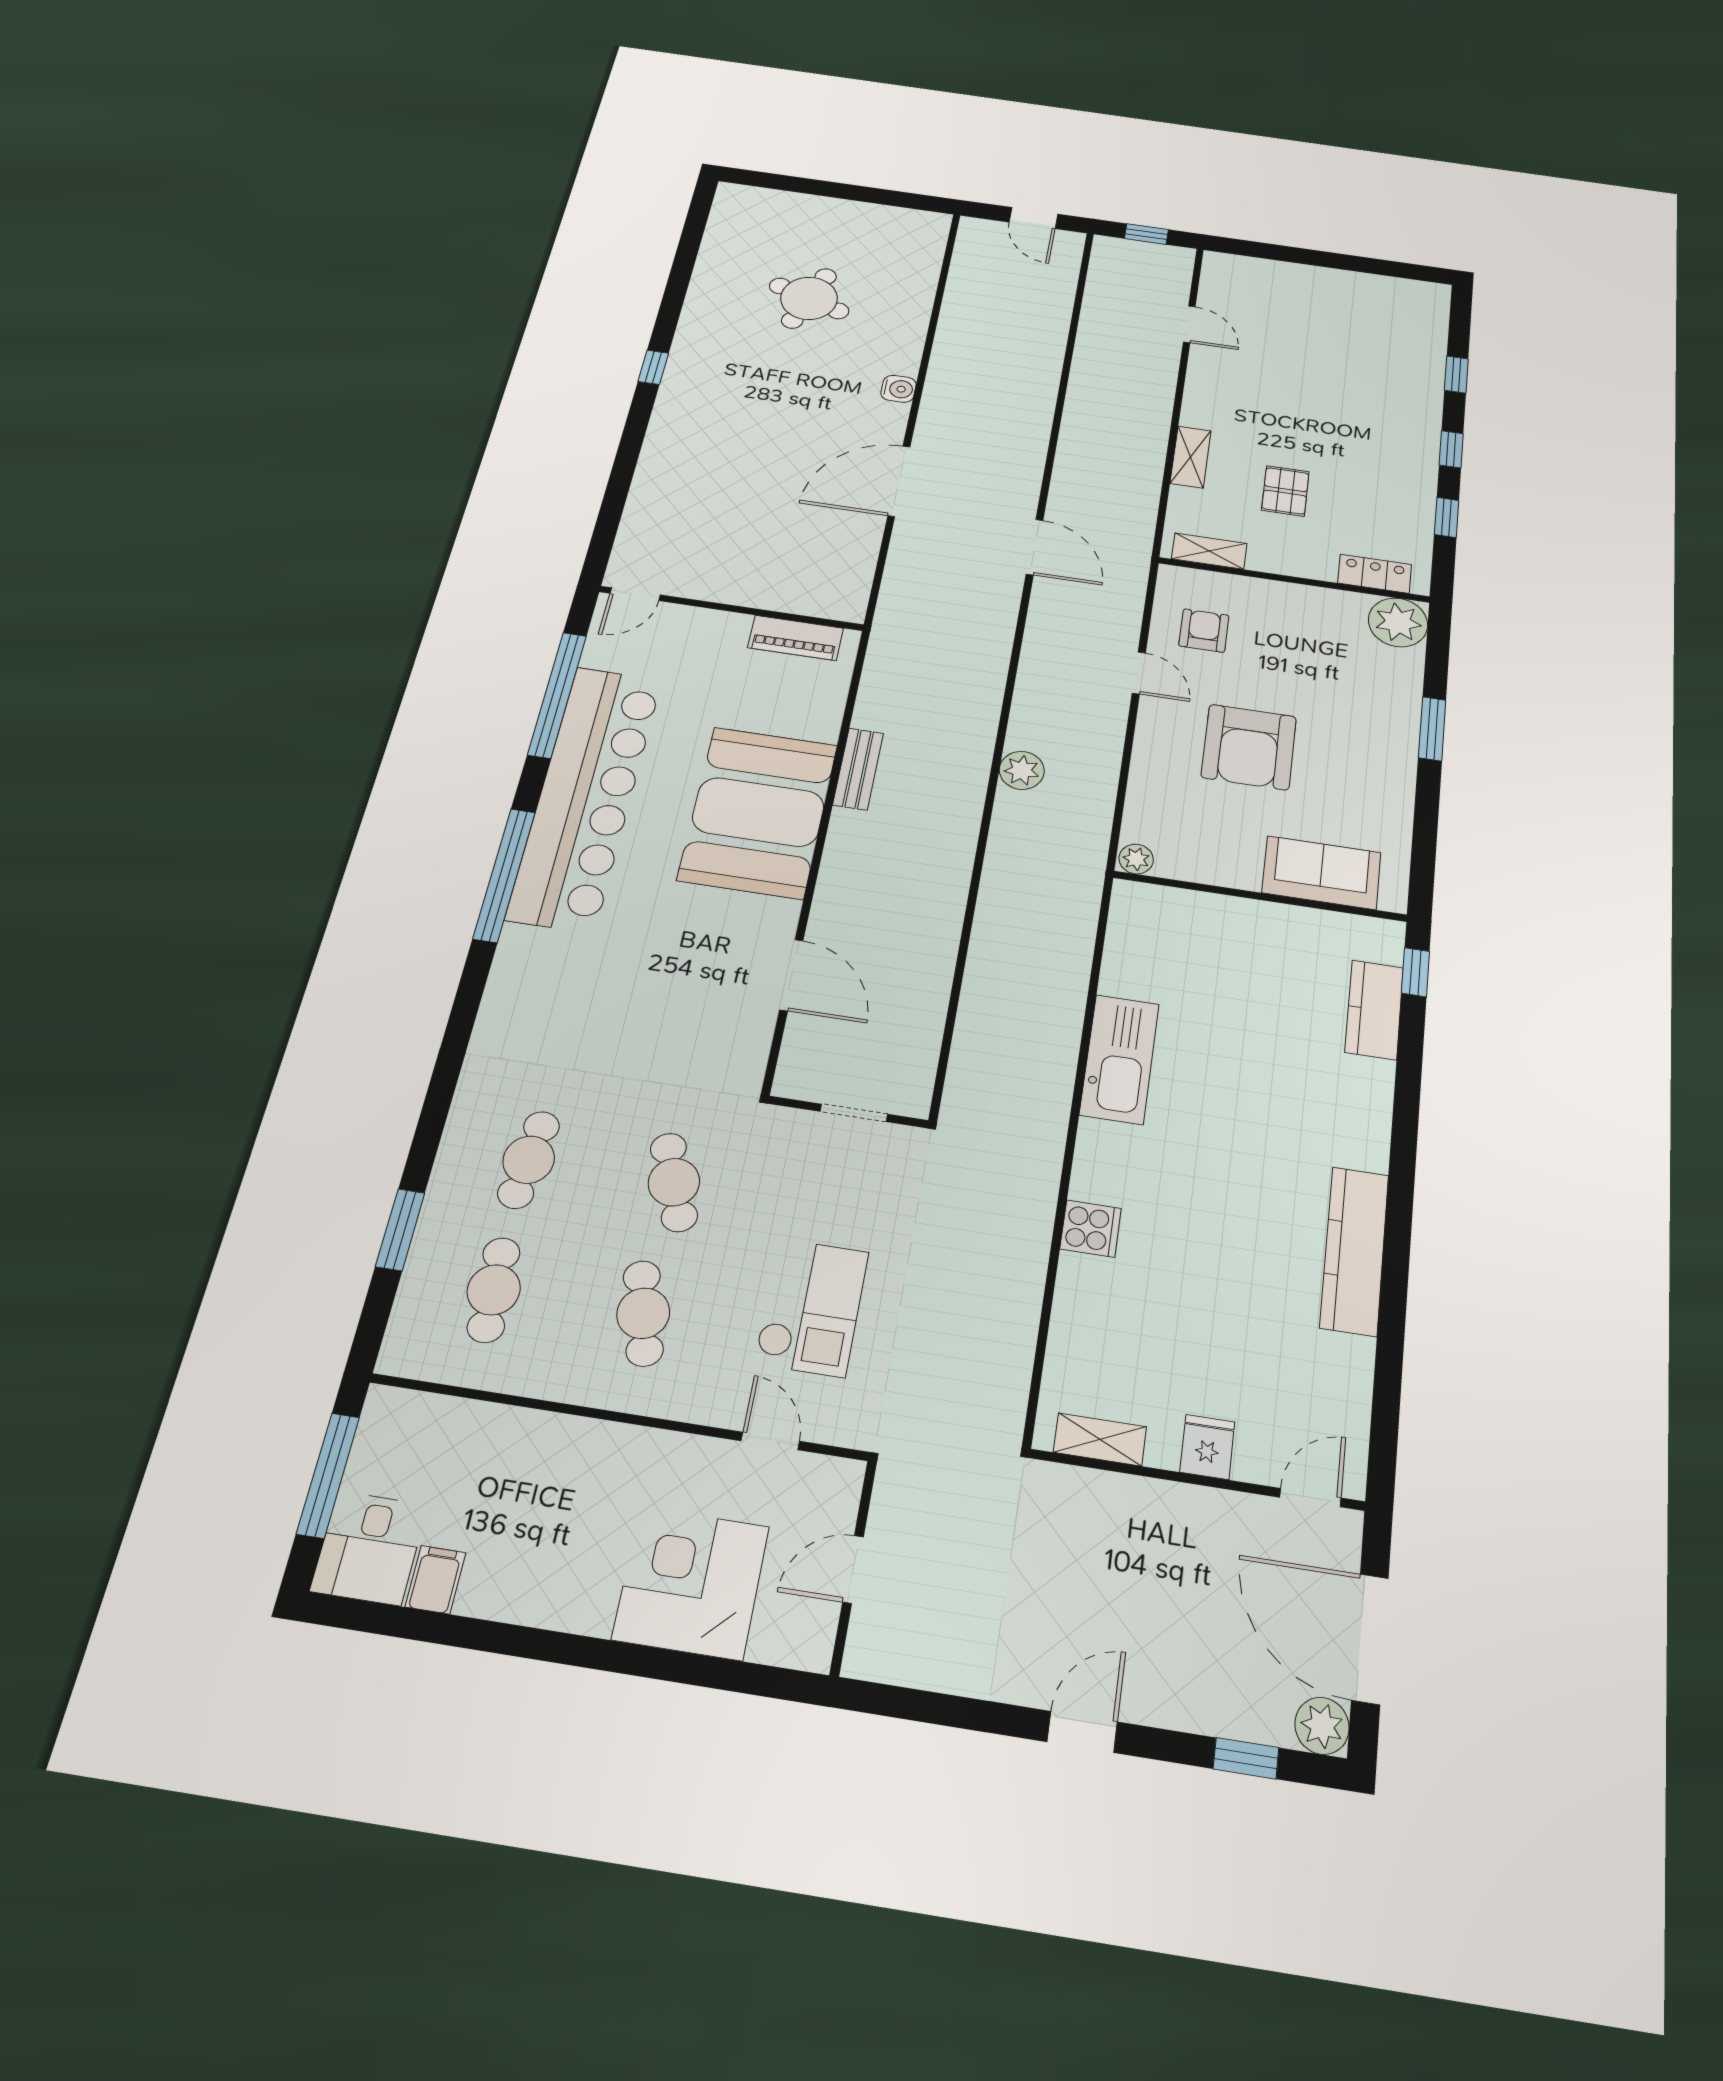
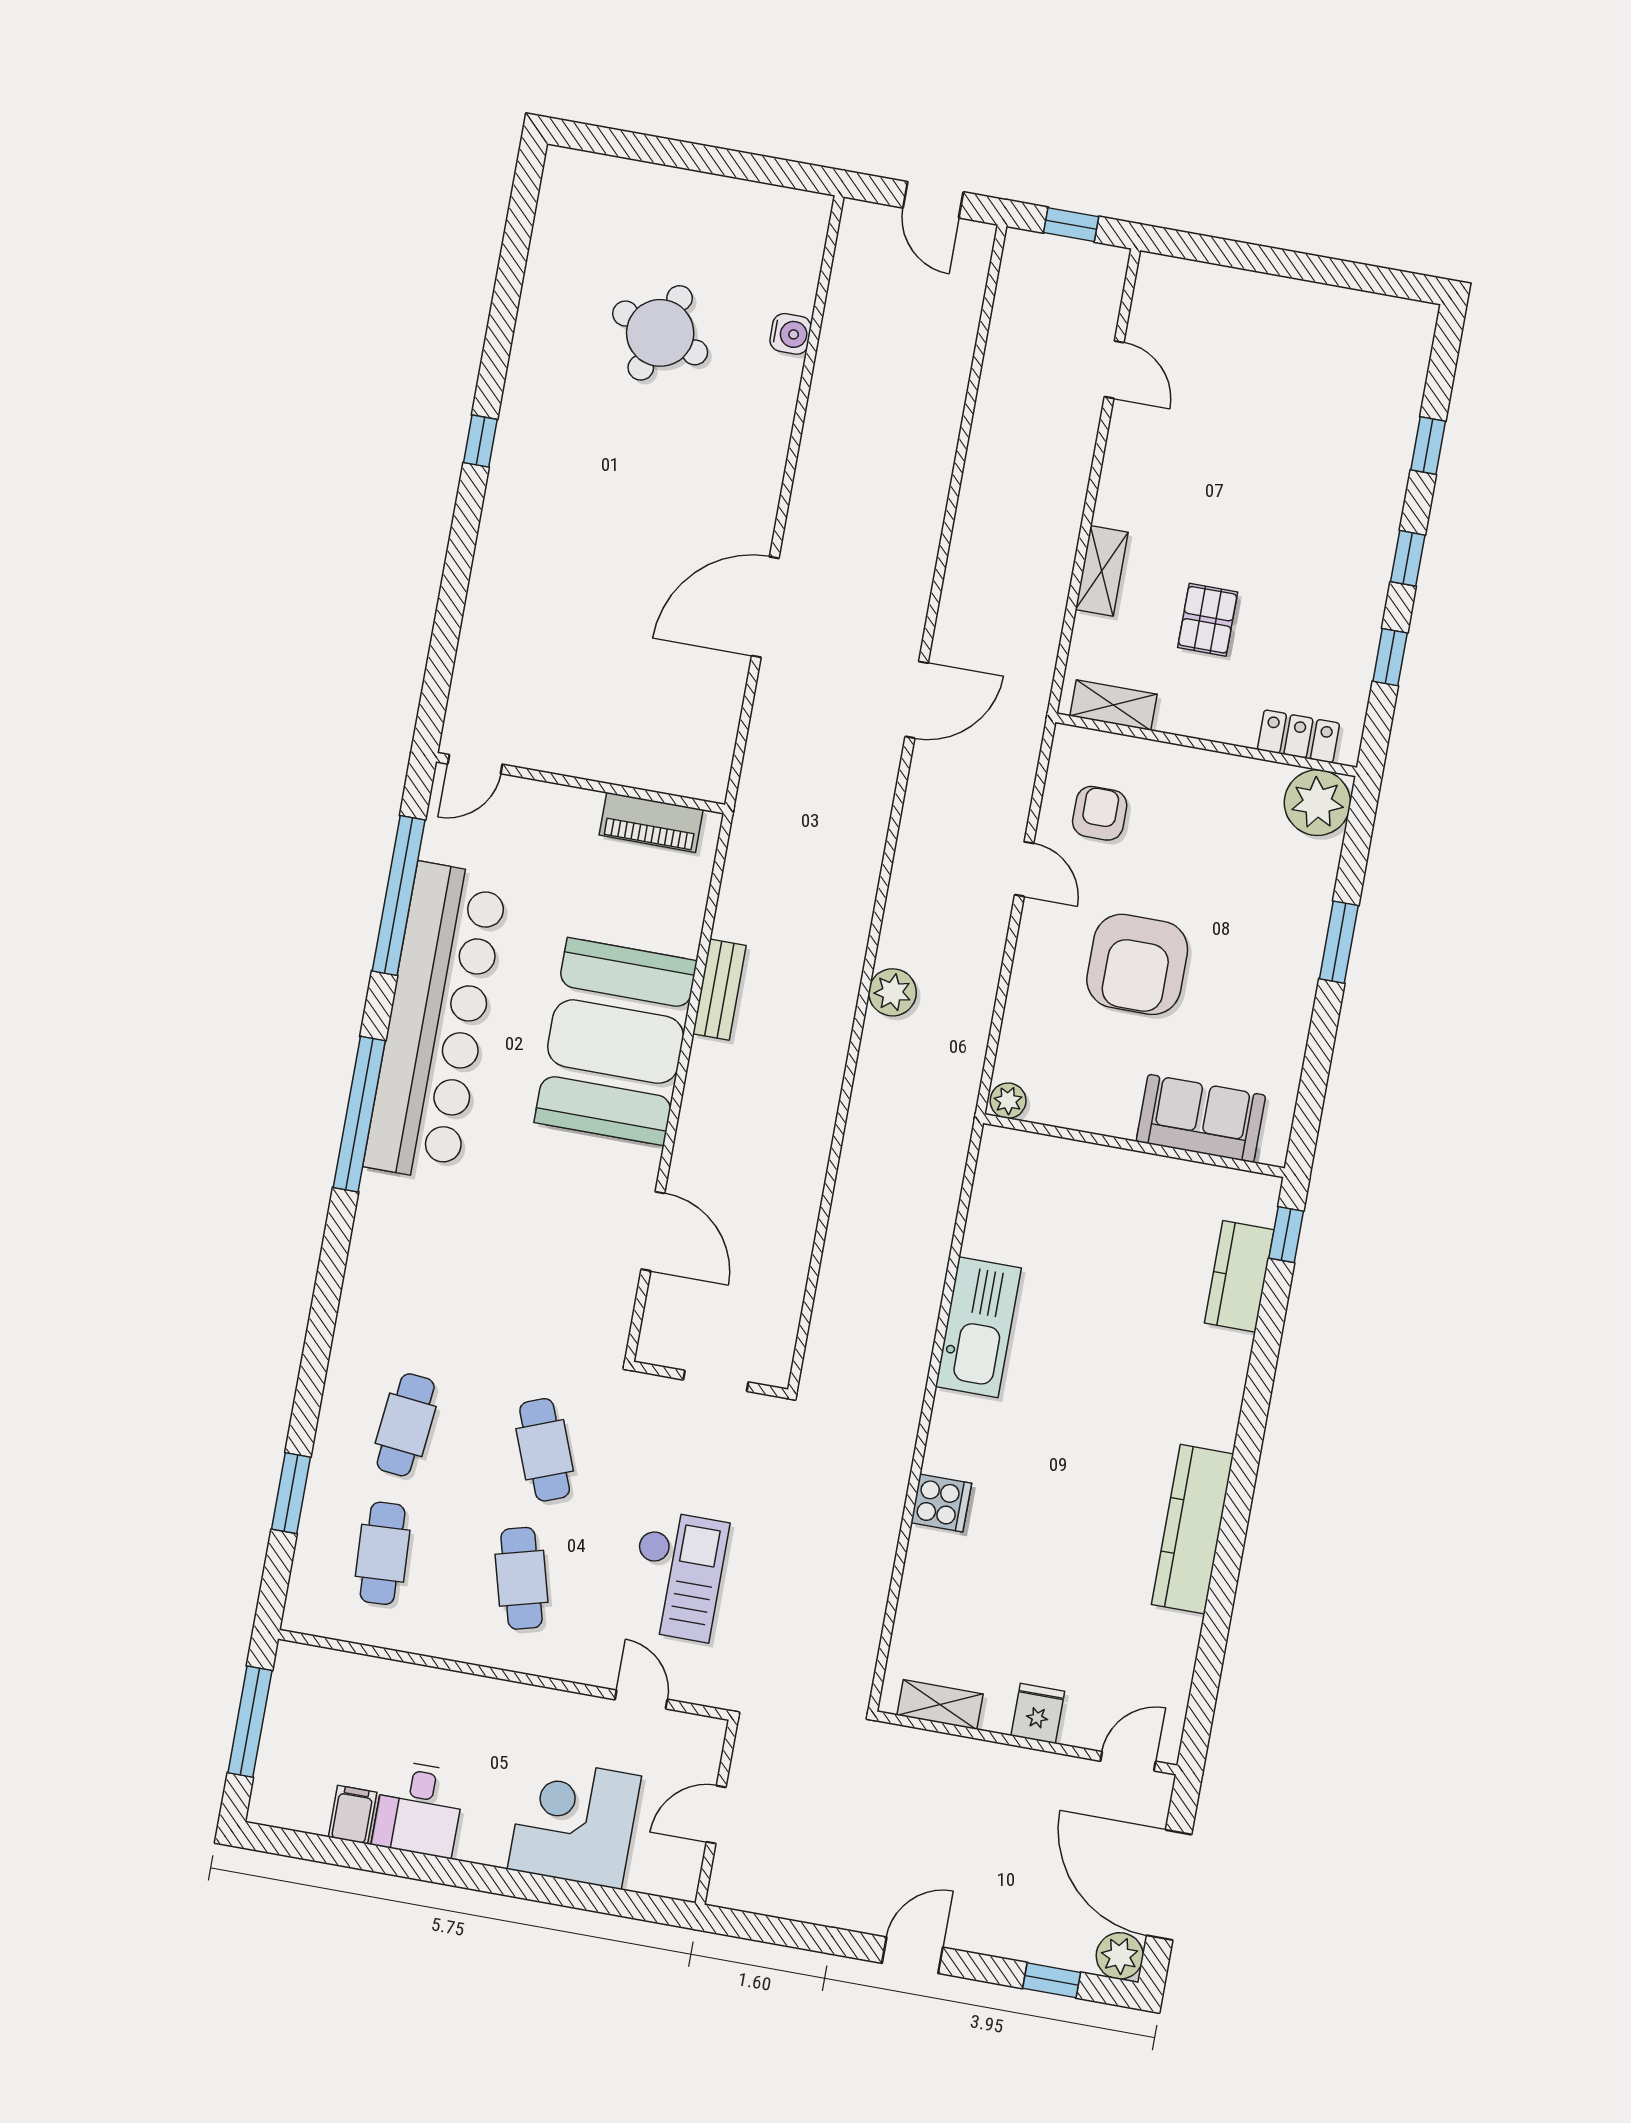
water cooler: (898, 389) -> (791, 334), moved
door: (1035, 547) -> (917, 700), hinge flipped
desk: (369, 1548) -> (419, 1809), moved

